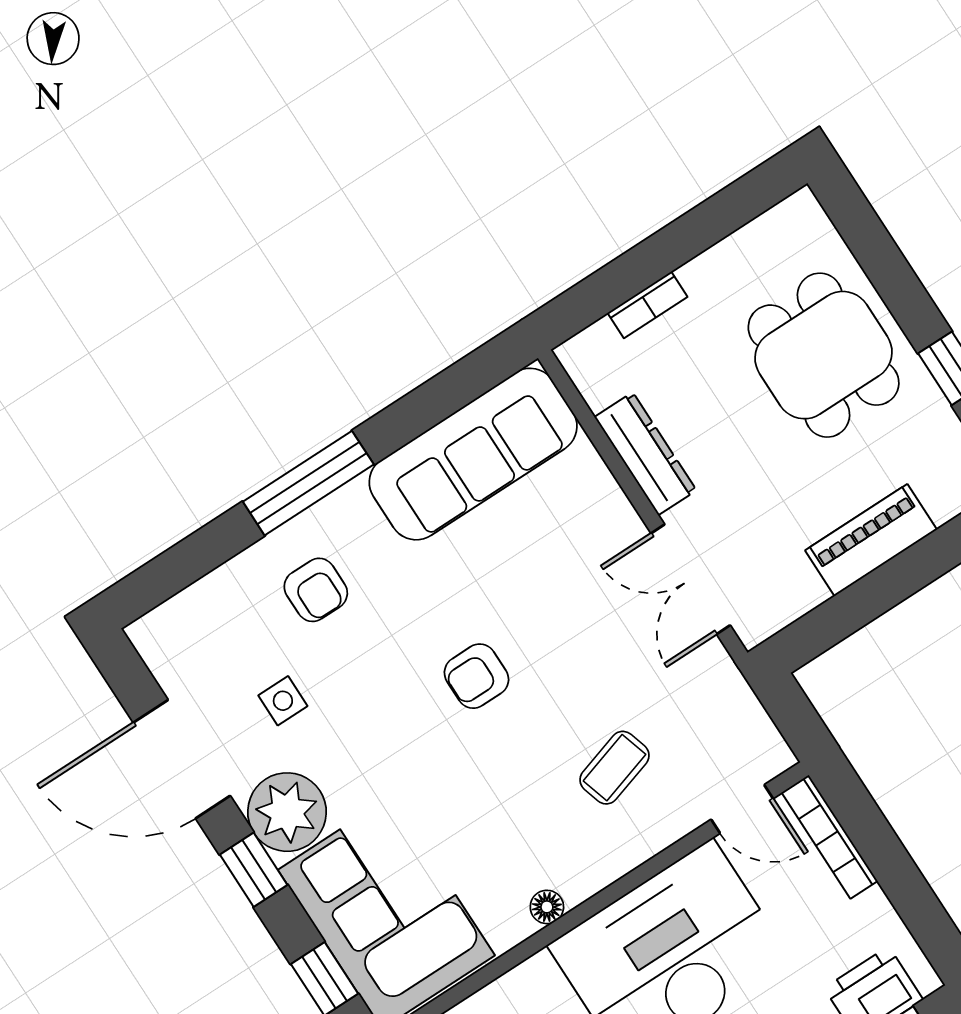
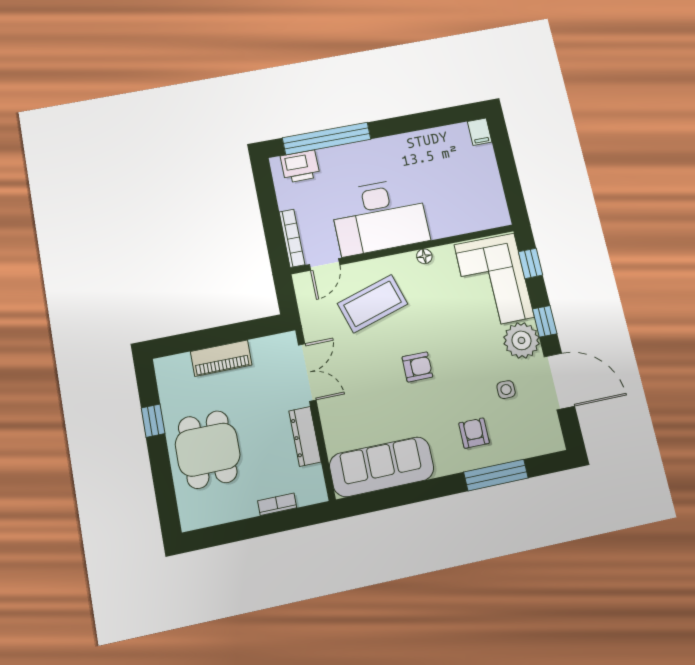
window: (308, 483) -> (496, 475), moved
coffee table: (614, 768) -> (373, 304), width x1.86, depth x1.72
door: (742, 809) -> (325, 265), swing flipped

